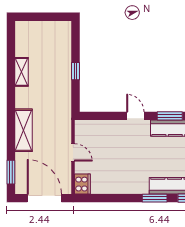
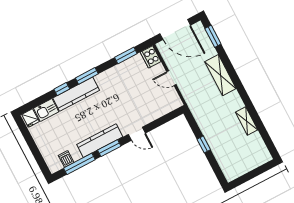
window: (106, 198) -> (126, 55), added

